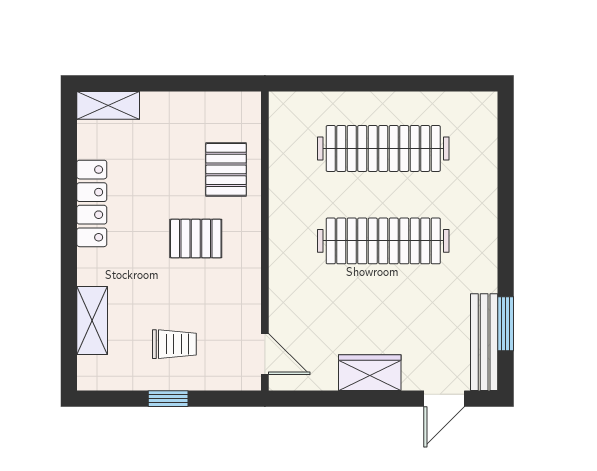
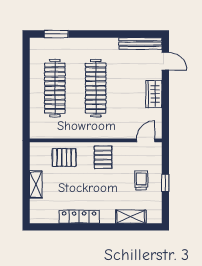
shelving: (108, 105) -> (36, 185), moved
pallet: (196, 239) -> (103, 157), moved
window: (506, 324) -> (56, 34), moved

